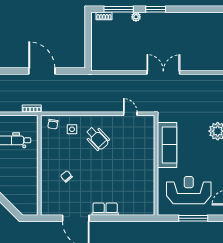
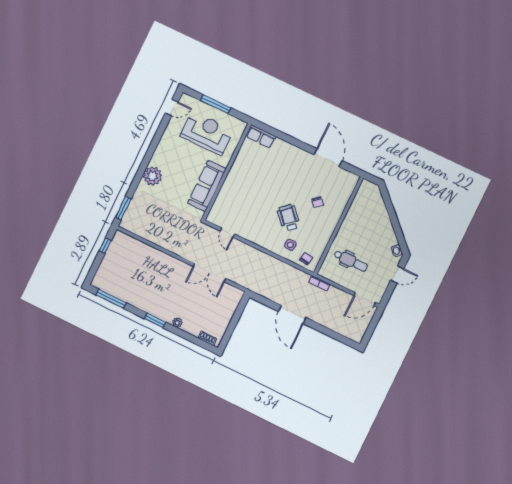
window: (119, 9) -> (111, 299), moved
double door: (163, 73) -> (209, 272), moved
wheelchair: (97, 138) -> (289, 218), moved
reception desk: (189, 190) -> (207, 133), turned 180
row of seats: (105, 209) -> (261, 136), moved

